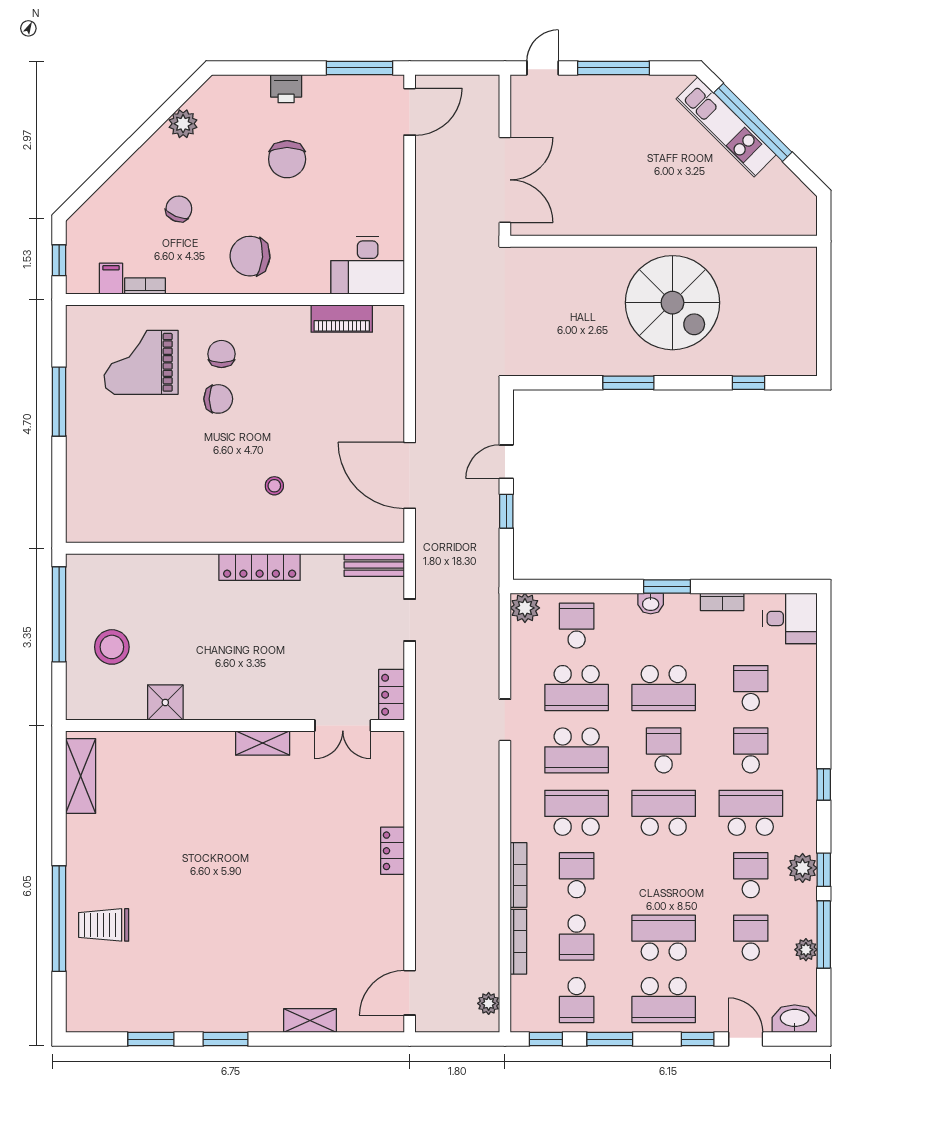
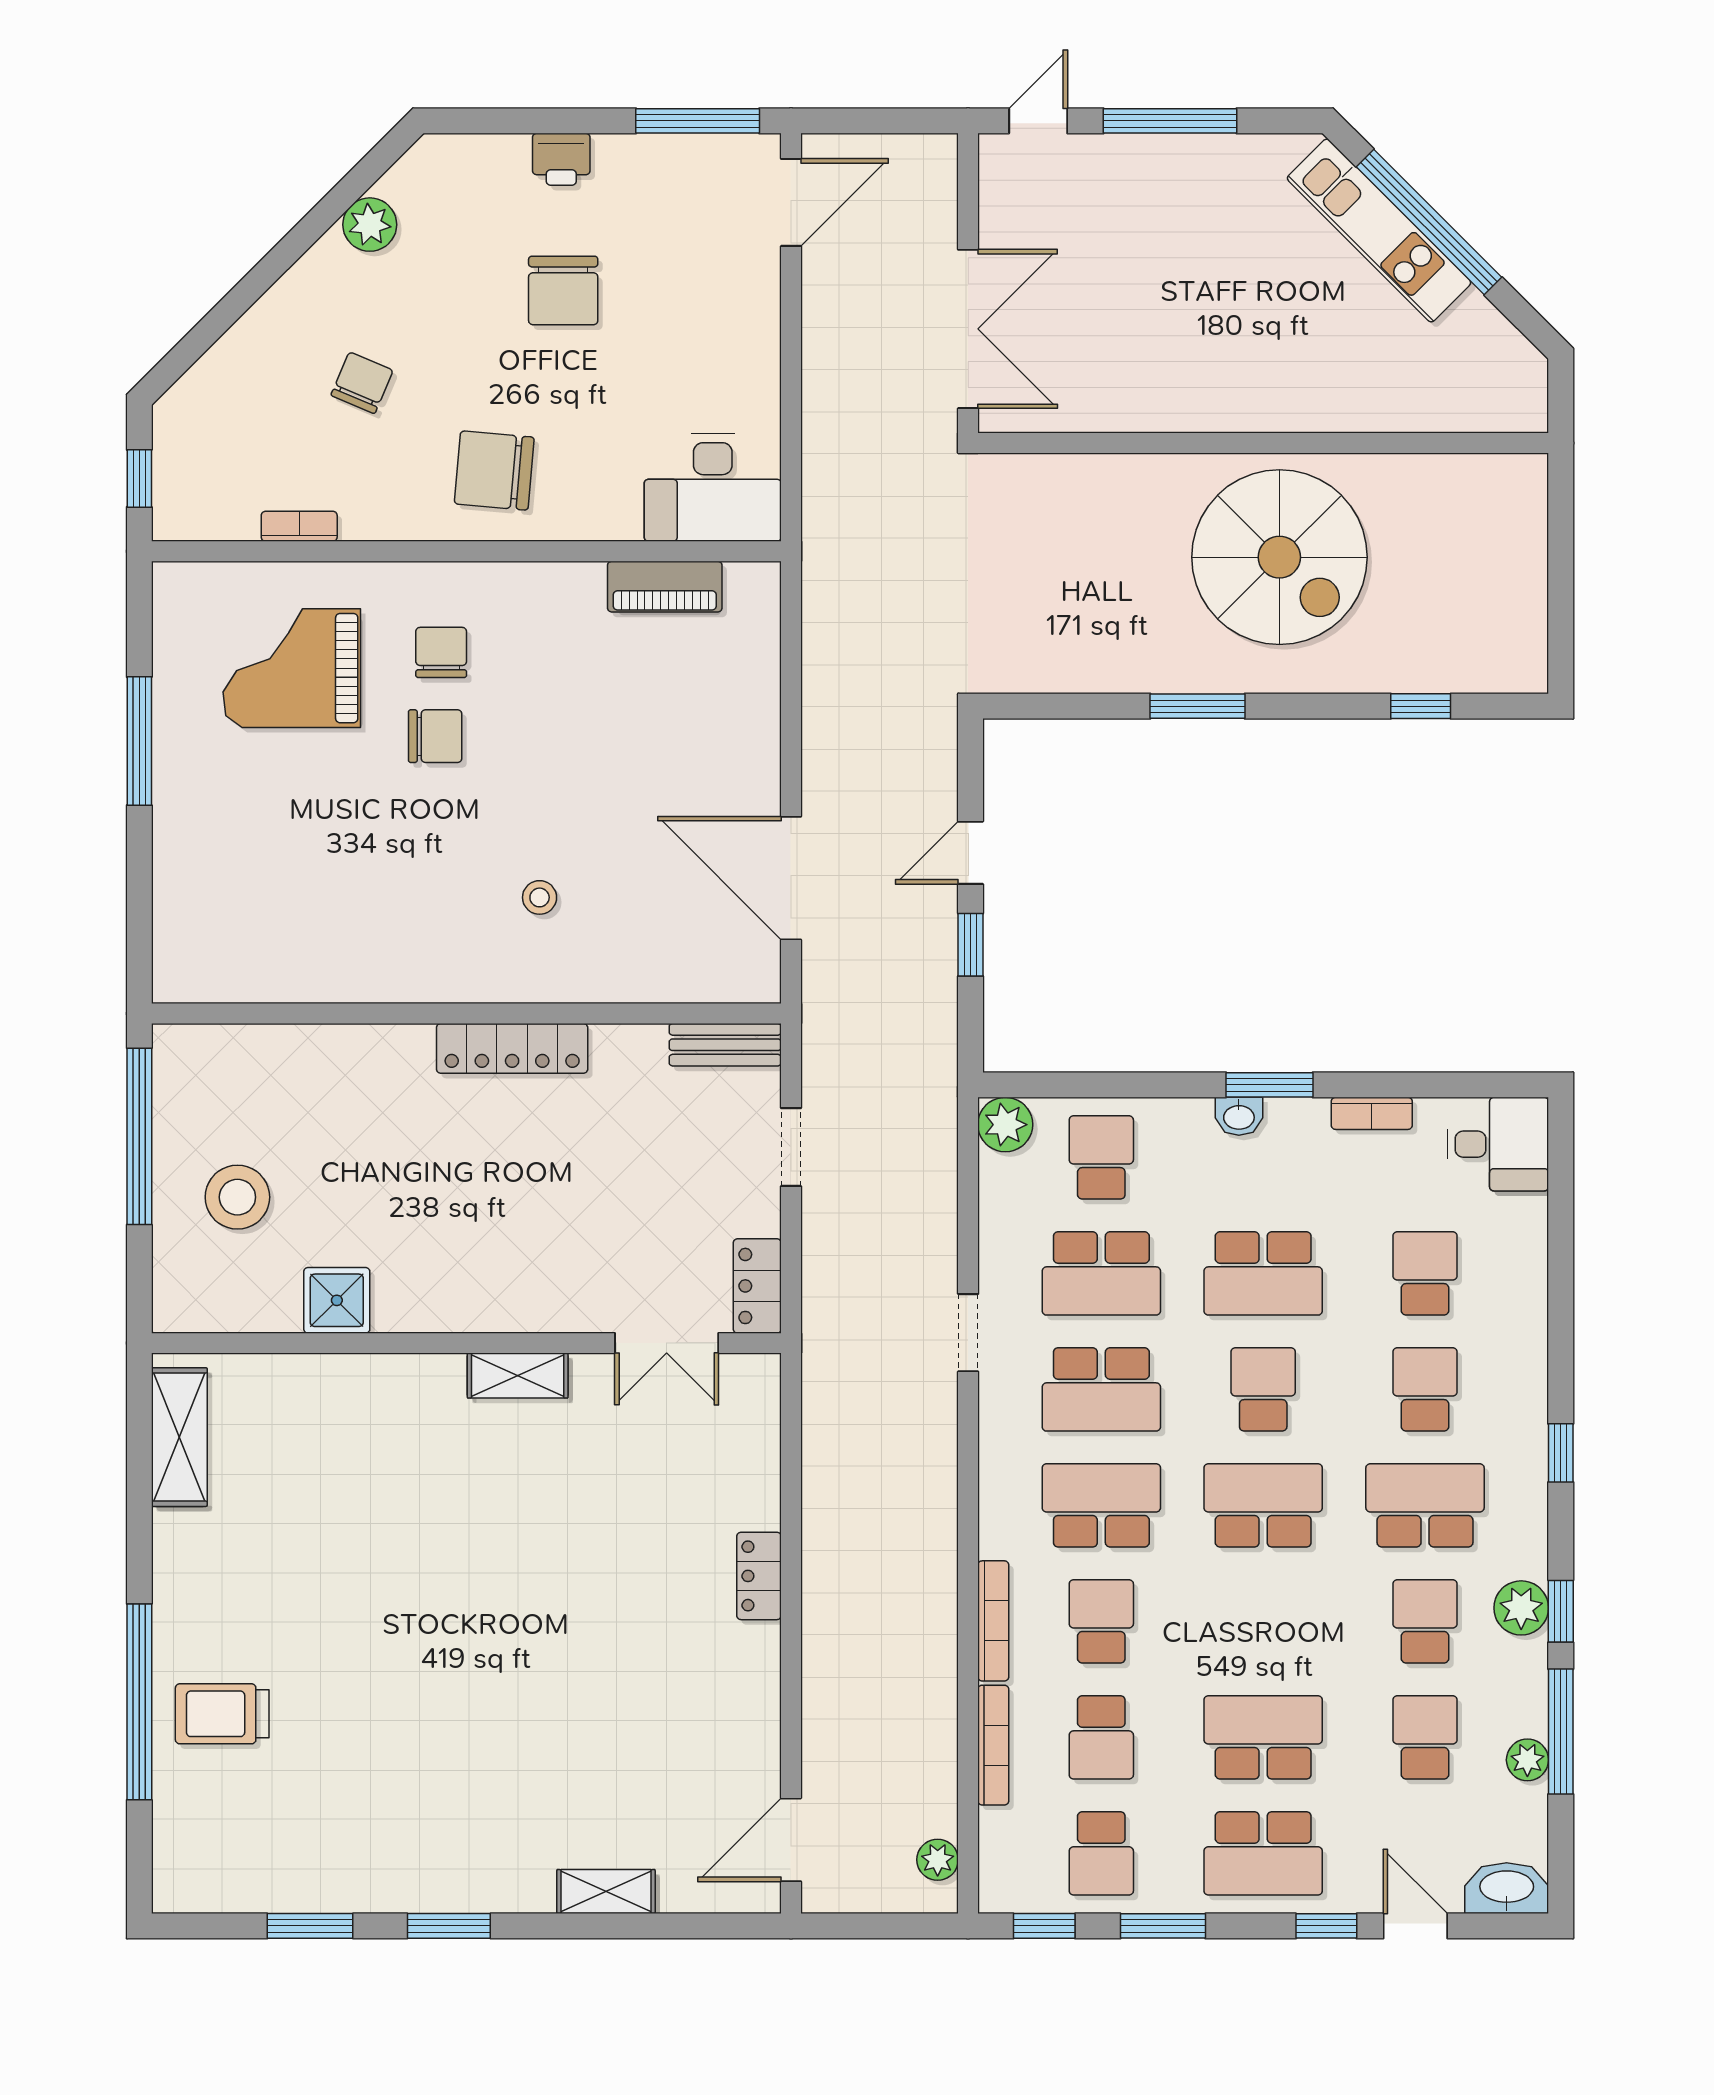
filing cabinet: (111, 279) -> (236, 513), removed

